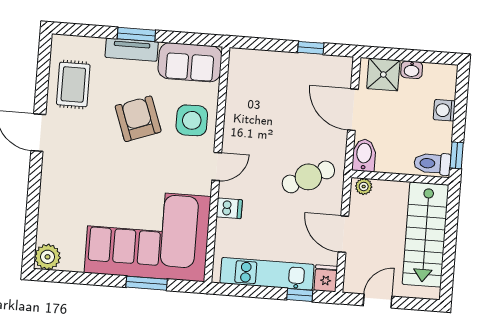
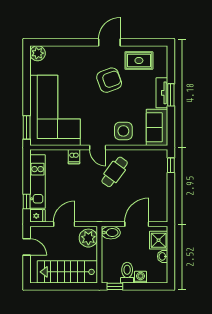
window: (311, 48) -> (171, 165), moved
armchair: (138, 119) -> (109, 80), moved
toilet: (432, 164) -> (127, 273), moved
cafe table: (308, 177) -> (115, 172), moved, turned 62
plant: (364, 186) -> (88, 238), width x1.87, depth x1.87
window: (147, 283) -> (27, 127), moved

